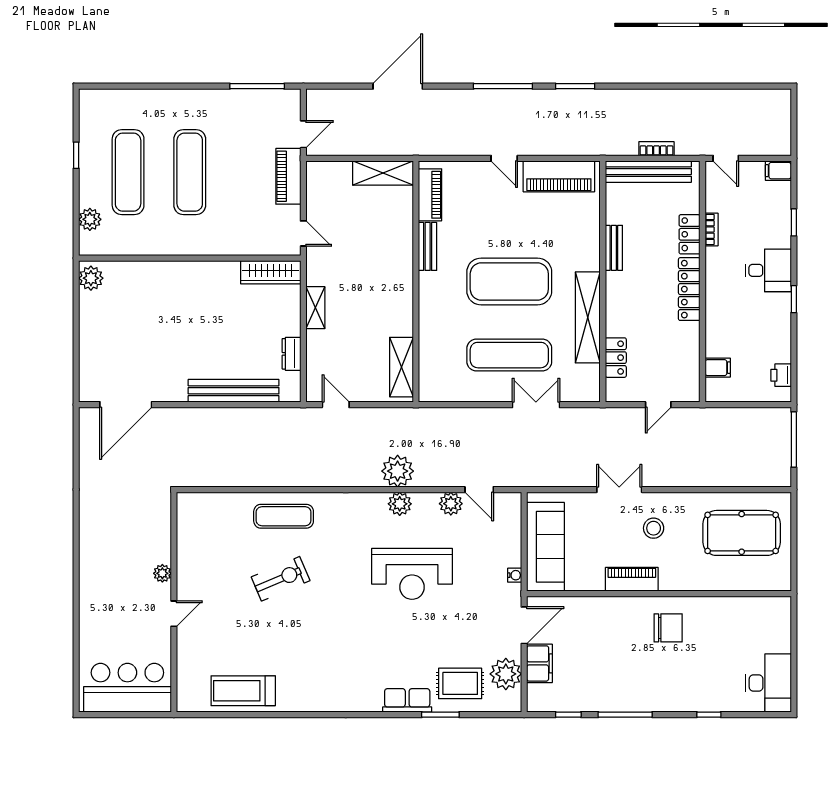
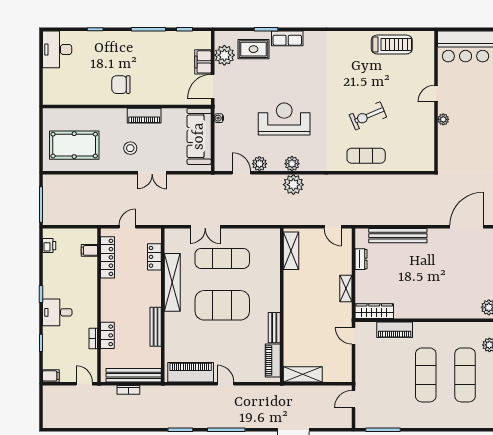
piano: (288, 176) -> (395, 330), moved, turned 90
bench: (614, 248) -> (156, 327), width x1.36
locker: (689, 289) -> (108, 257), moved

